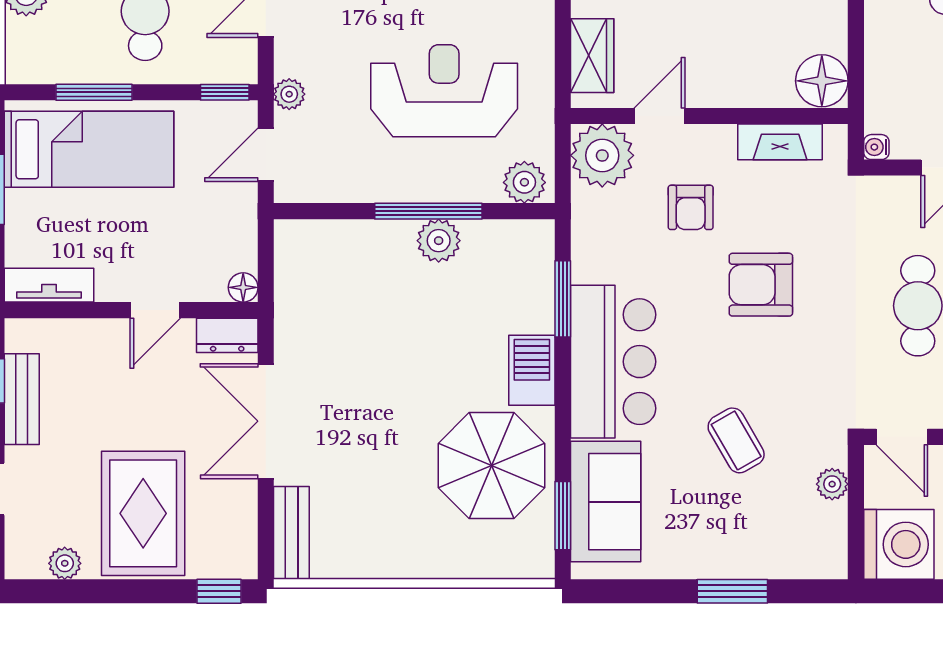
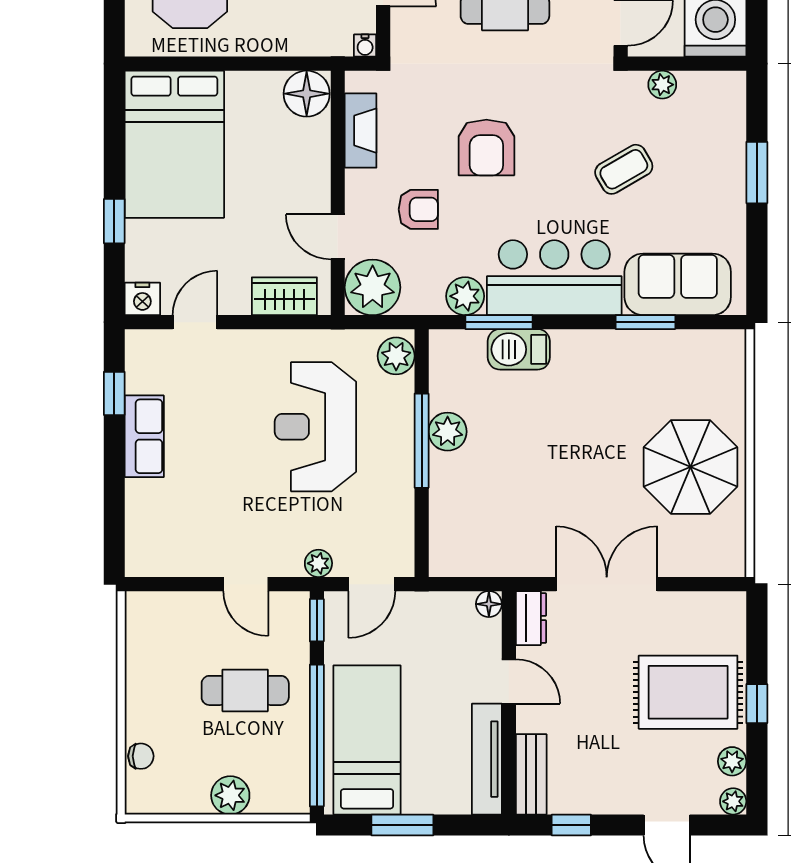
window: (94, 92) -> (317, 736), width x2.11
door: (266, 155) -> (372, 584), hinge flipped
plant: (592, 260) -> (465, 296), added
tv unit: (49, 285) -> (487, 759), width x1.41
barbecue: (532, 370) -> (519, 349), moved
bench: (22, 399) -> (531, 774), moved, turned 90
double door: (266, 421) -> (607, 584), swing flipped
parasol: (491, 466) -> (690, 467), moved
window: (563, 516) -> (645, 322), moved
bench: (291, 533) -> (705, 561), removed
plant: (19, 565) -> (733, 801), added
window: (219, 591) -> (757, 704), moved

